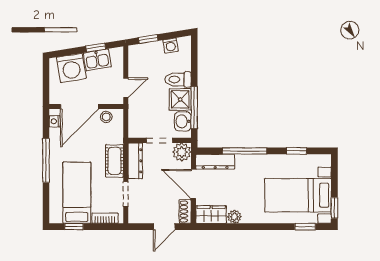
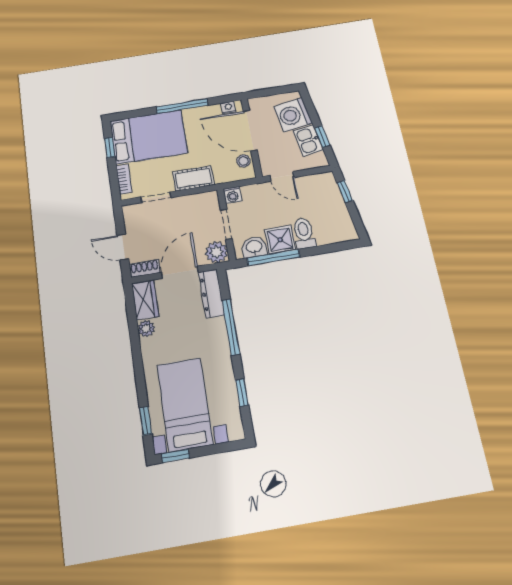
washing machine: (171, 46) -> (232, 195), moved, turned -81
dresser: (135, 161) -> (197, 201), removed
bed: (77, 193) -> (149, 137), width x1.50

